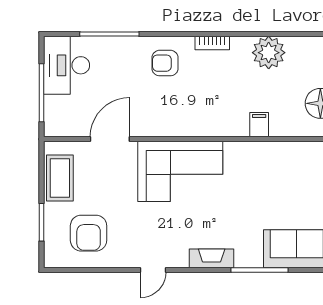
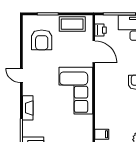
printer: (71, 127) -> (100, 30), added
armchair: (89, 233) -> (42, 40), turned -90

